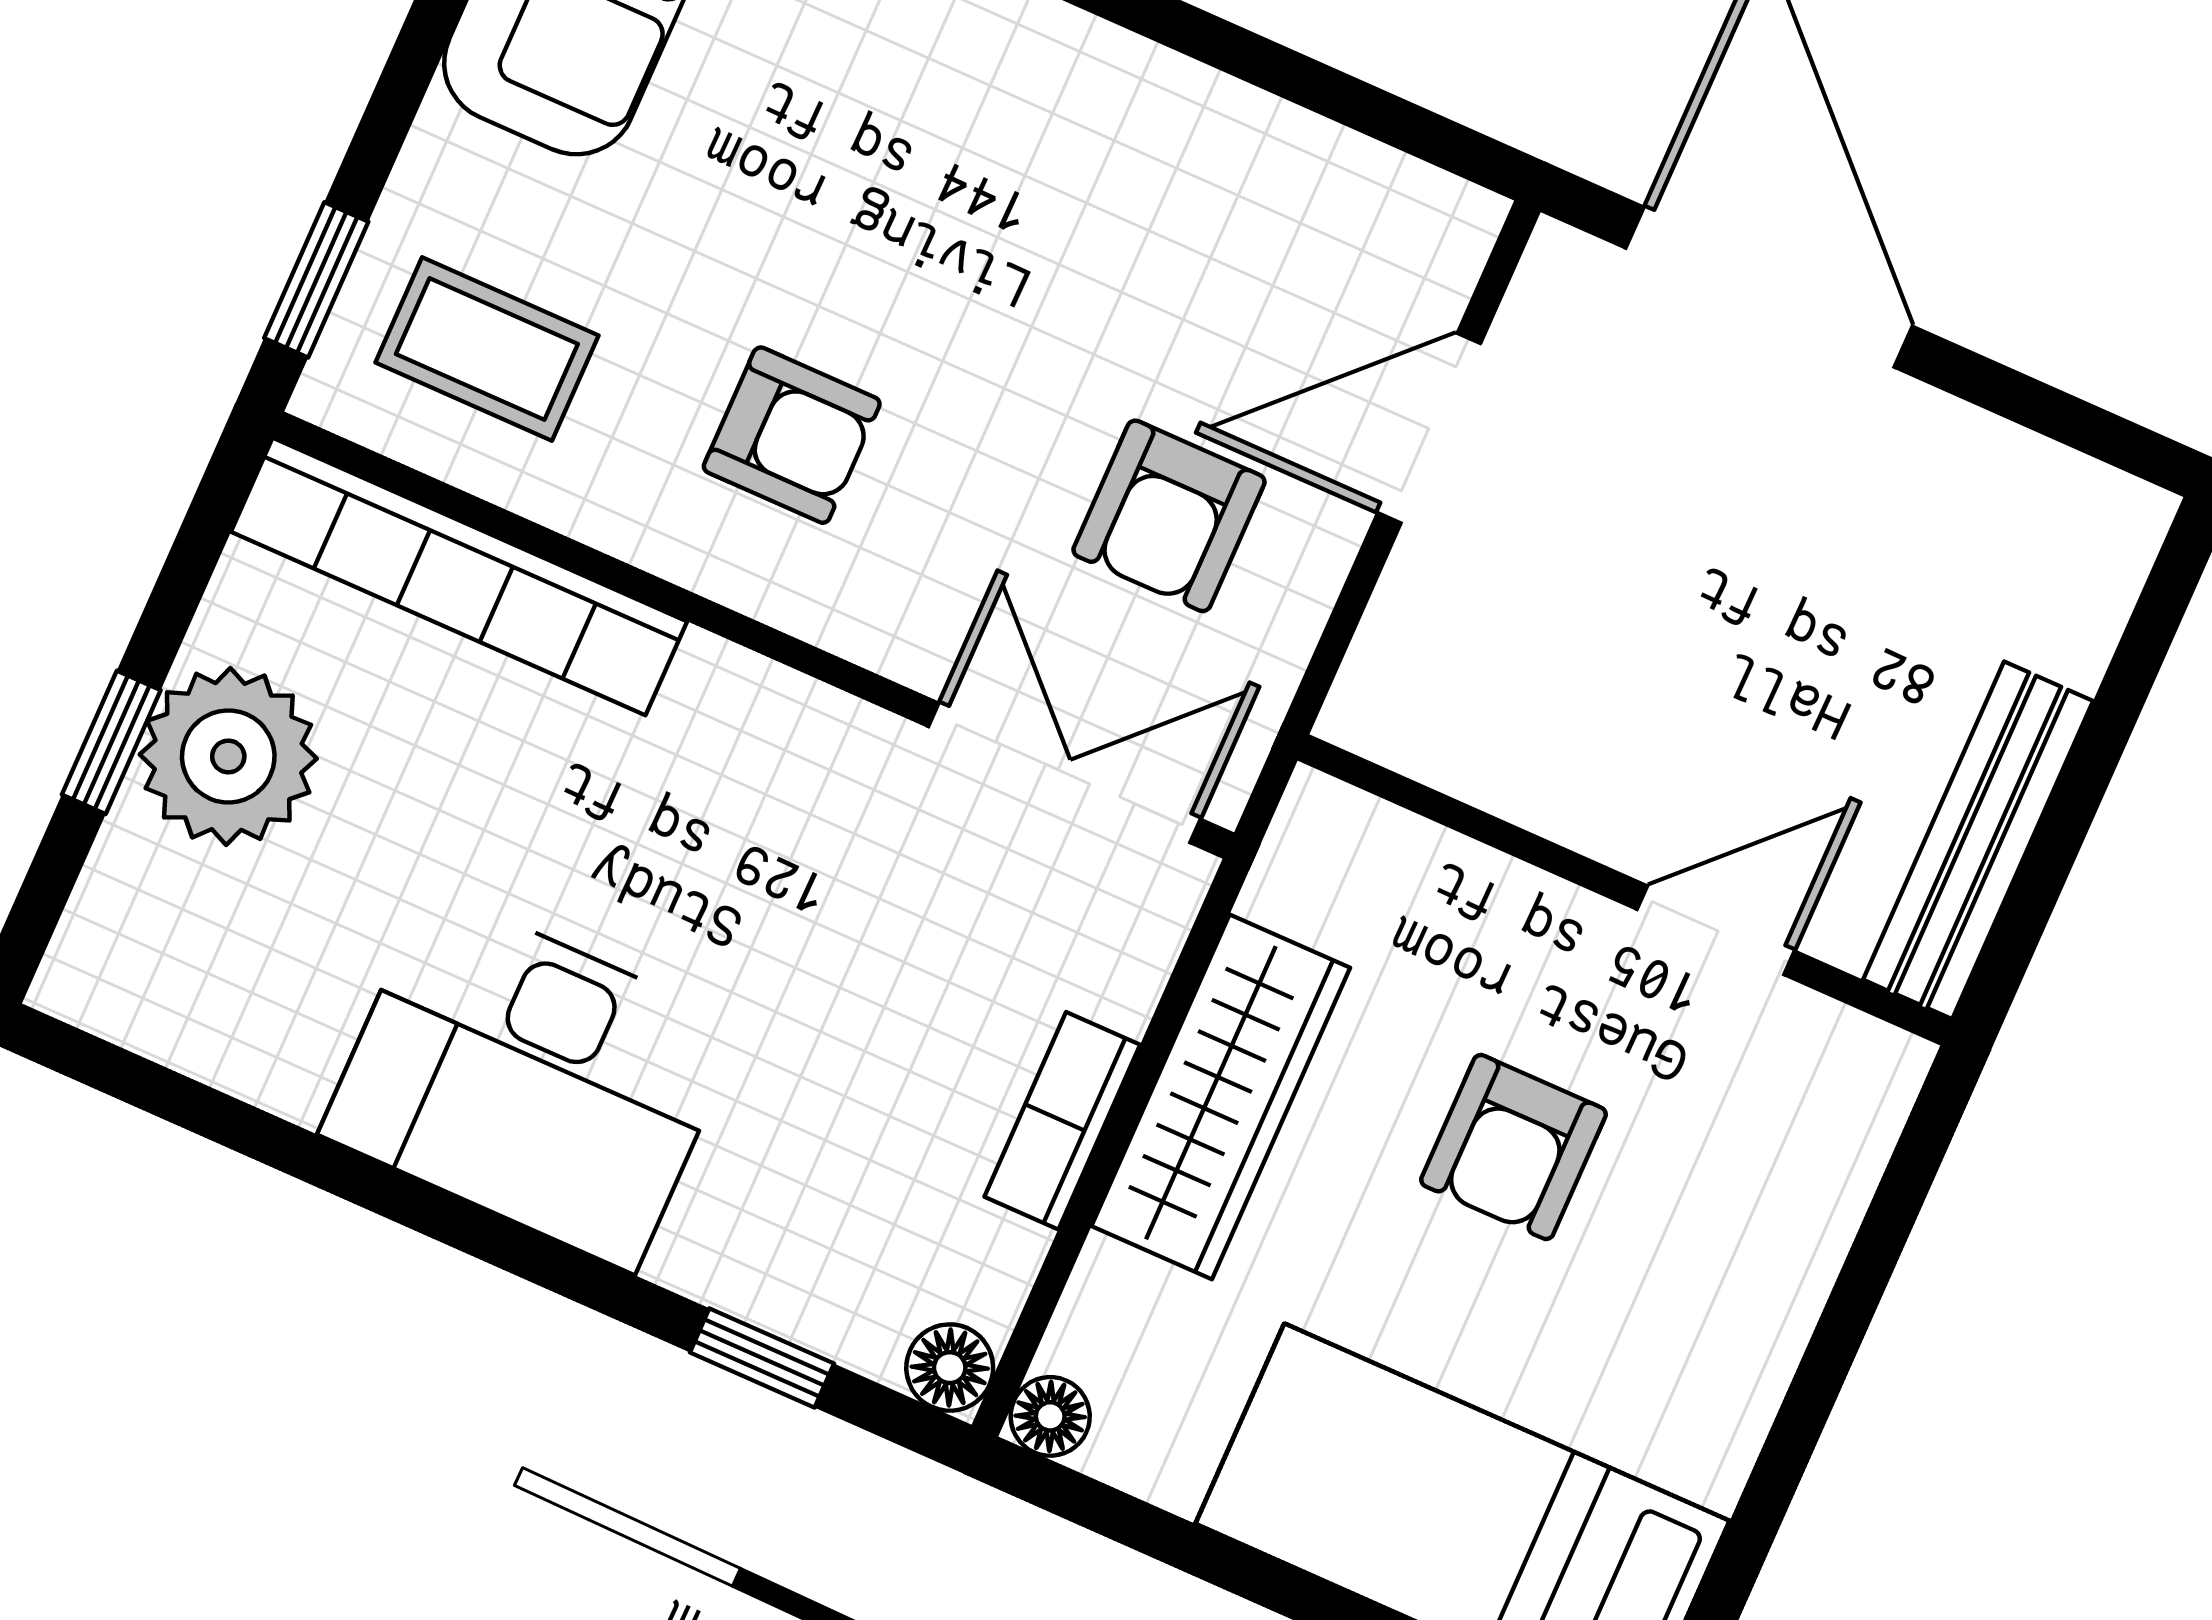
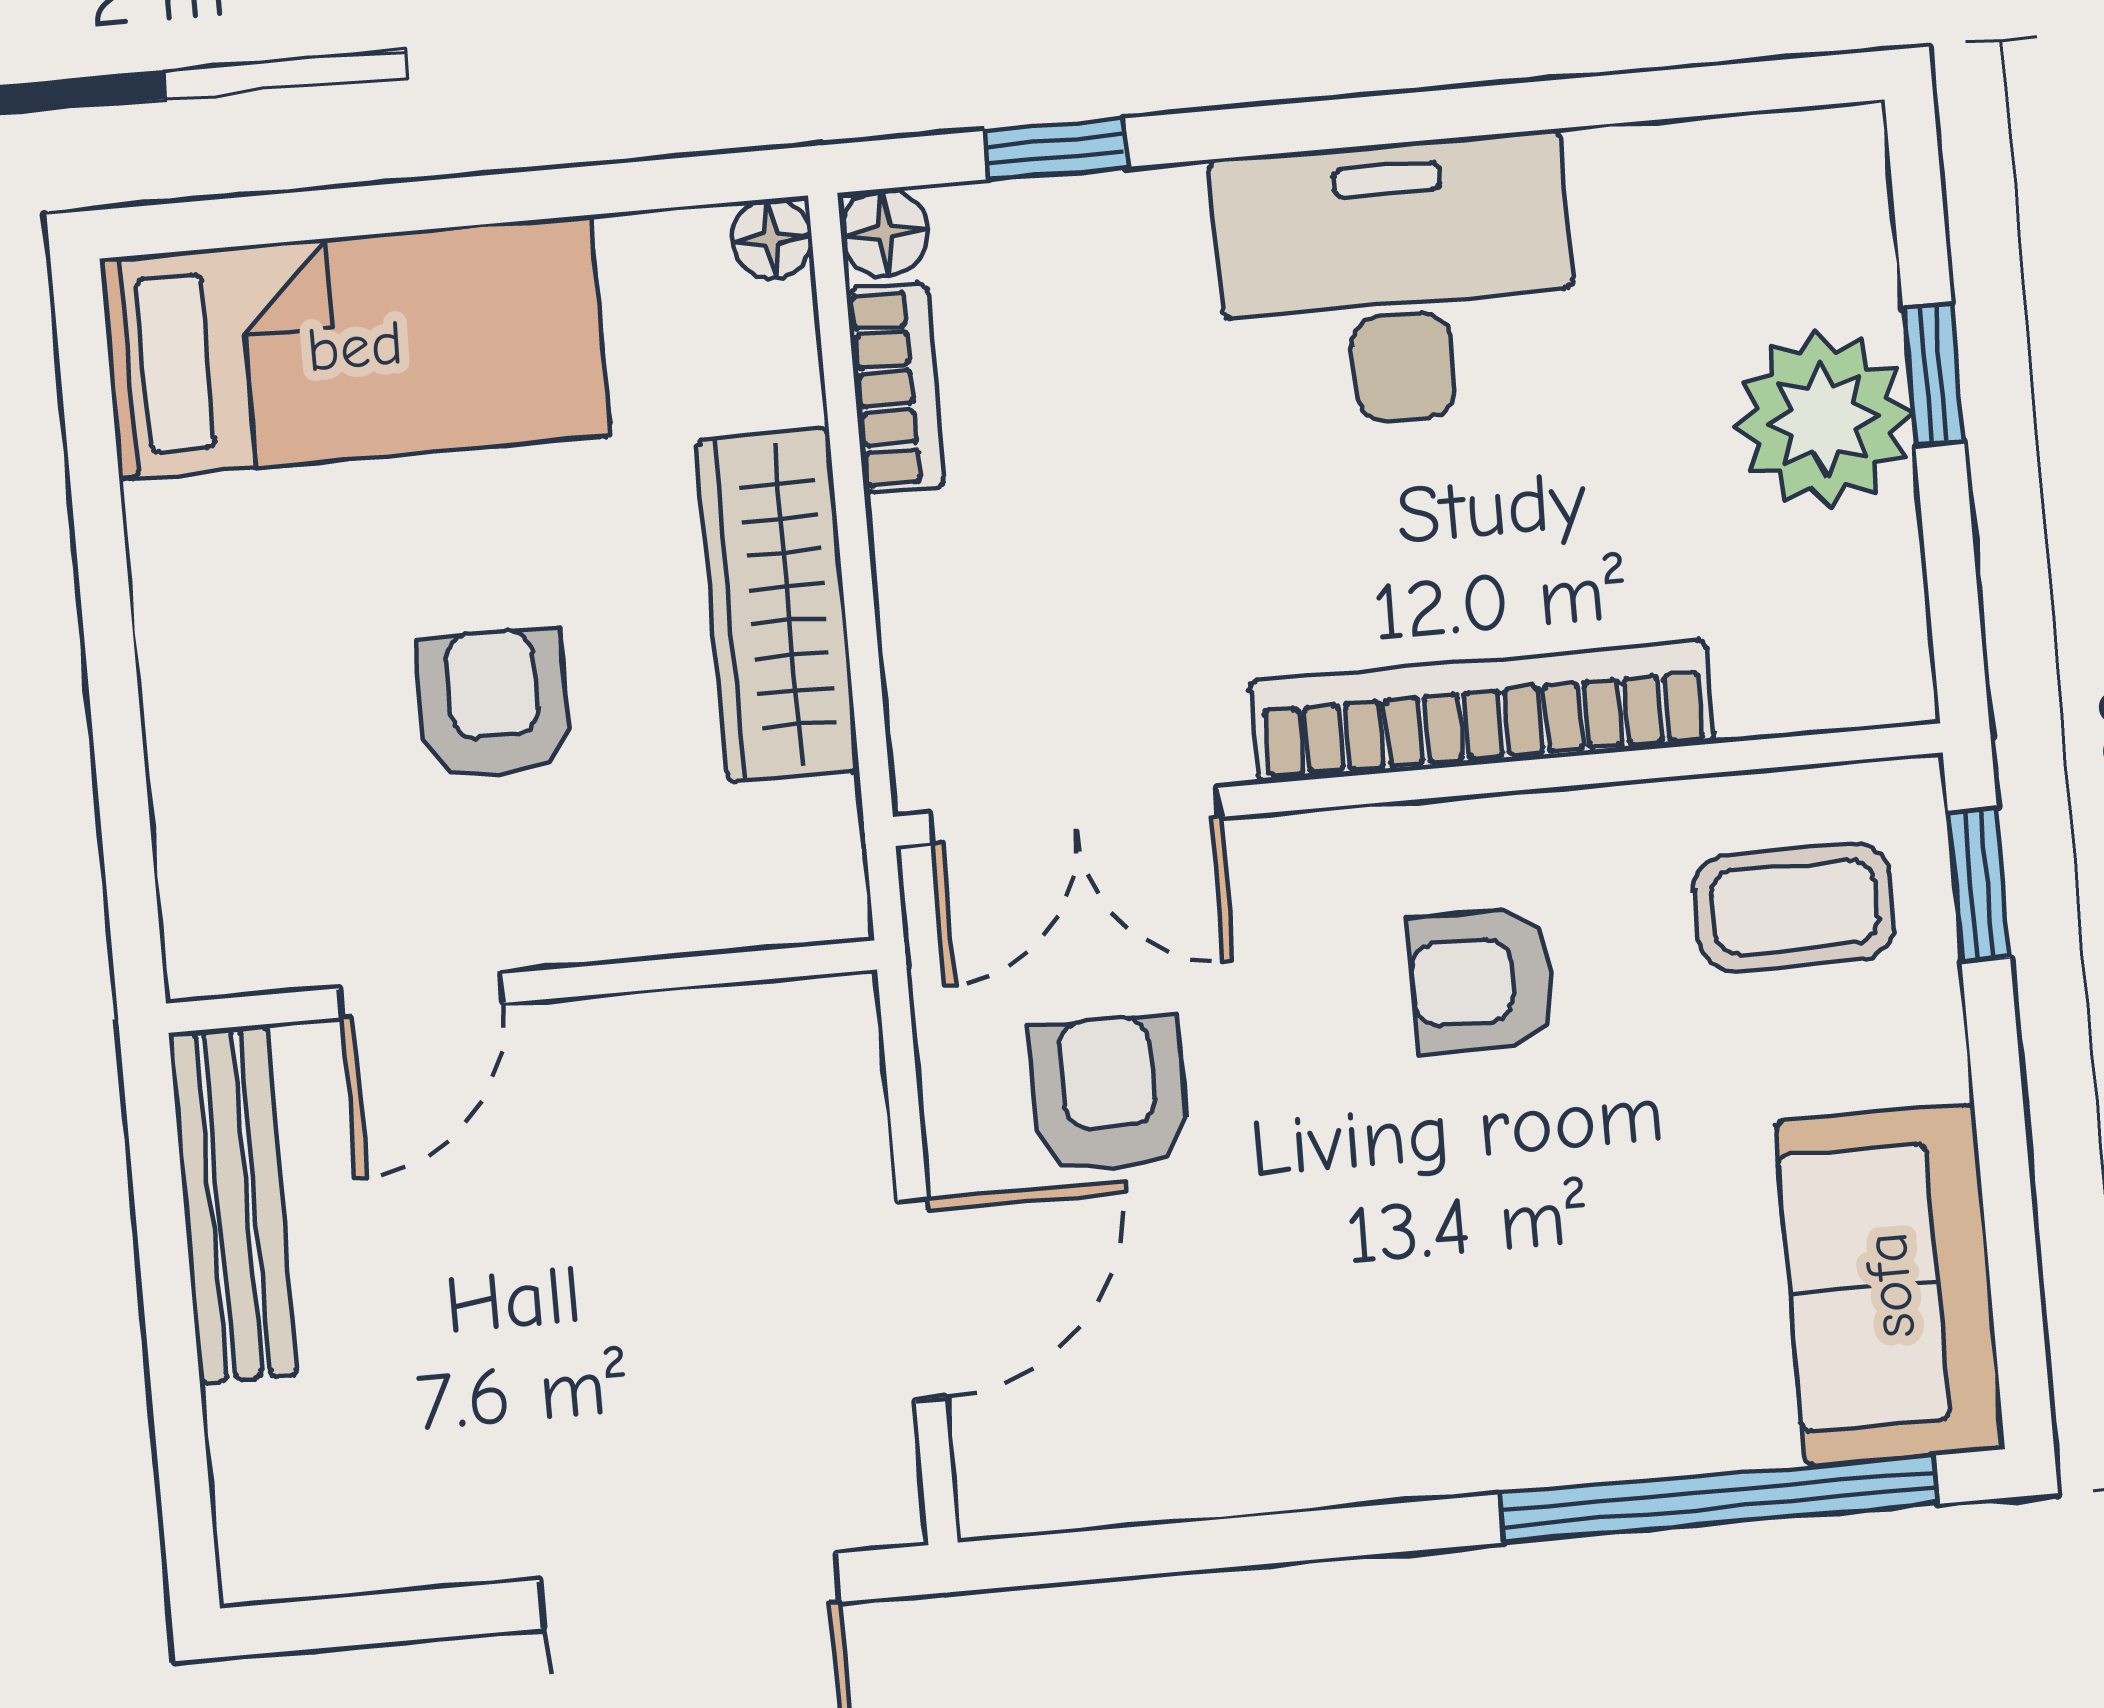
bookcase: (459, 577) -> (1482, 712), moved
bookcase: (1062, 1121) -> (896, 388), moved

